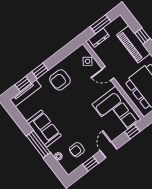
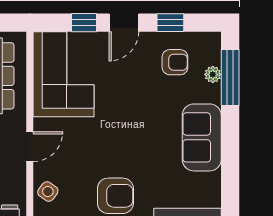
door: (108, 73) -> (30, 147), hinge flipped
window: (132, 132) -> (84, 23), moved
window: (38, 144) -> (230, 78), moved

